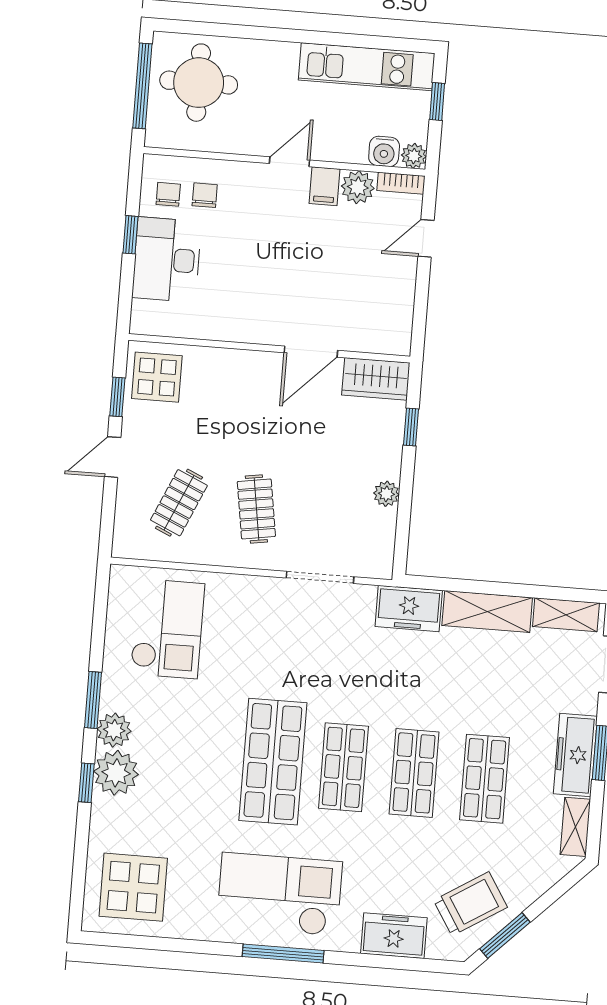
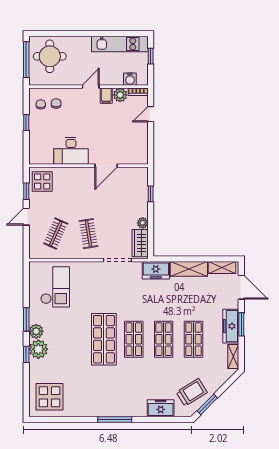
plant: (414, 156) -> (143, 80), removed
desk: (167, 259) -> (71, 151), moved, turned -90
wardrobe: (376, 379) -> (140, 243), moved, turned 90
checkout: (279, 894) -> (111, 395), removed

